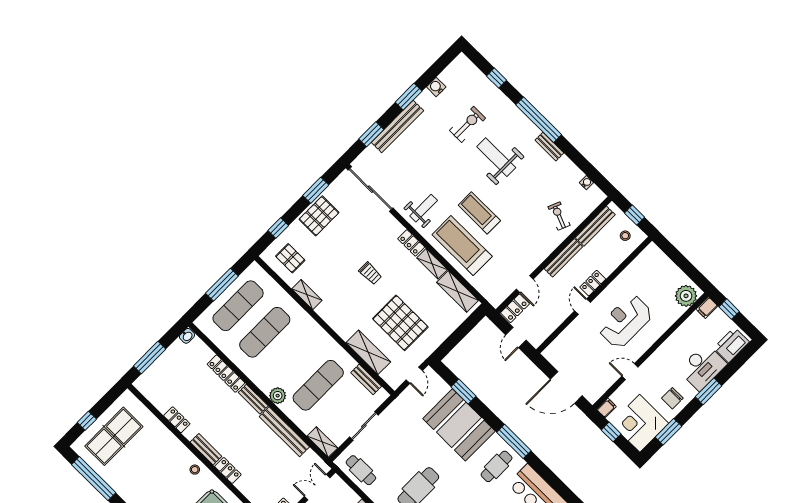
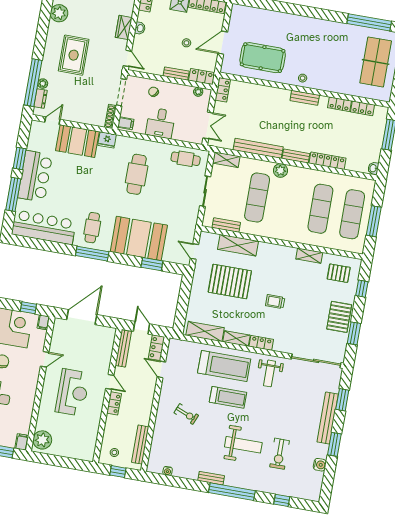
exercise bike: (559, 216) -> (186, 414), moved
bench: (563, 258) -> (123, 348), moved
locker: (228, 470) -> (362, 108), moved

